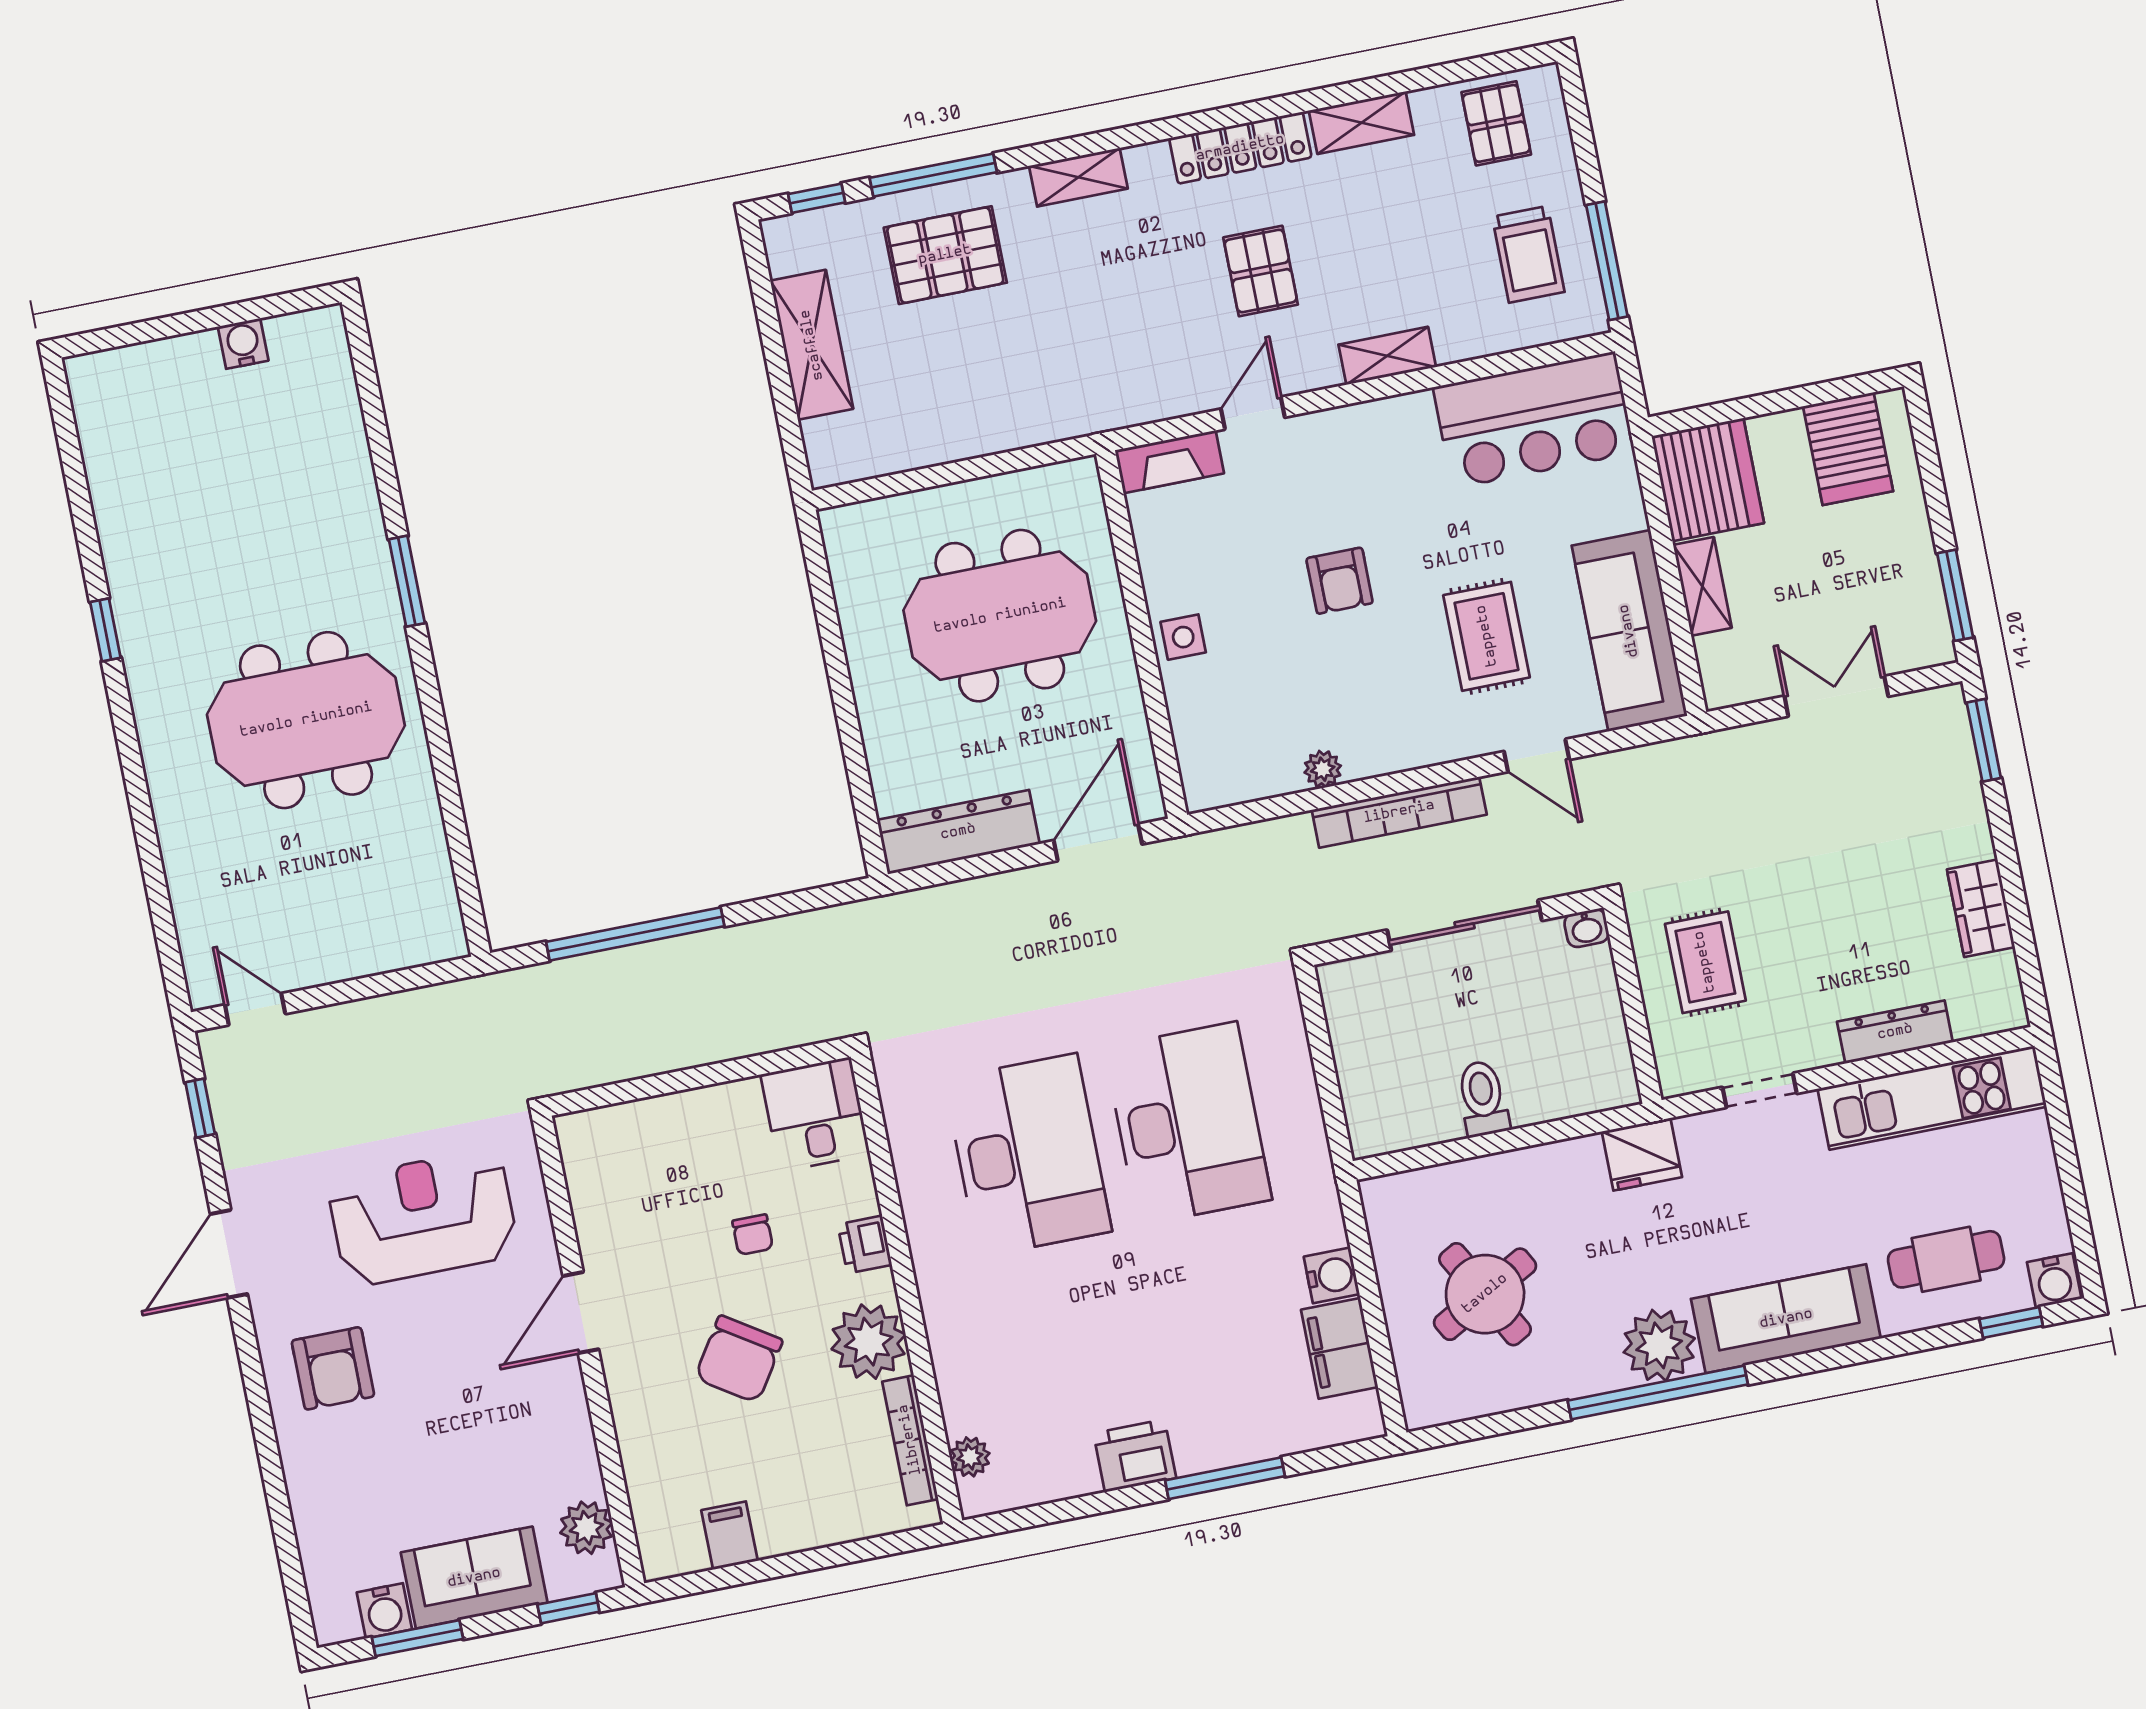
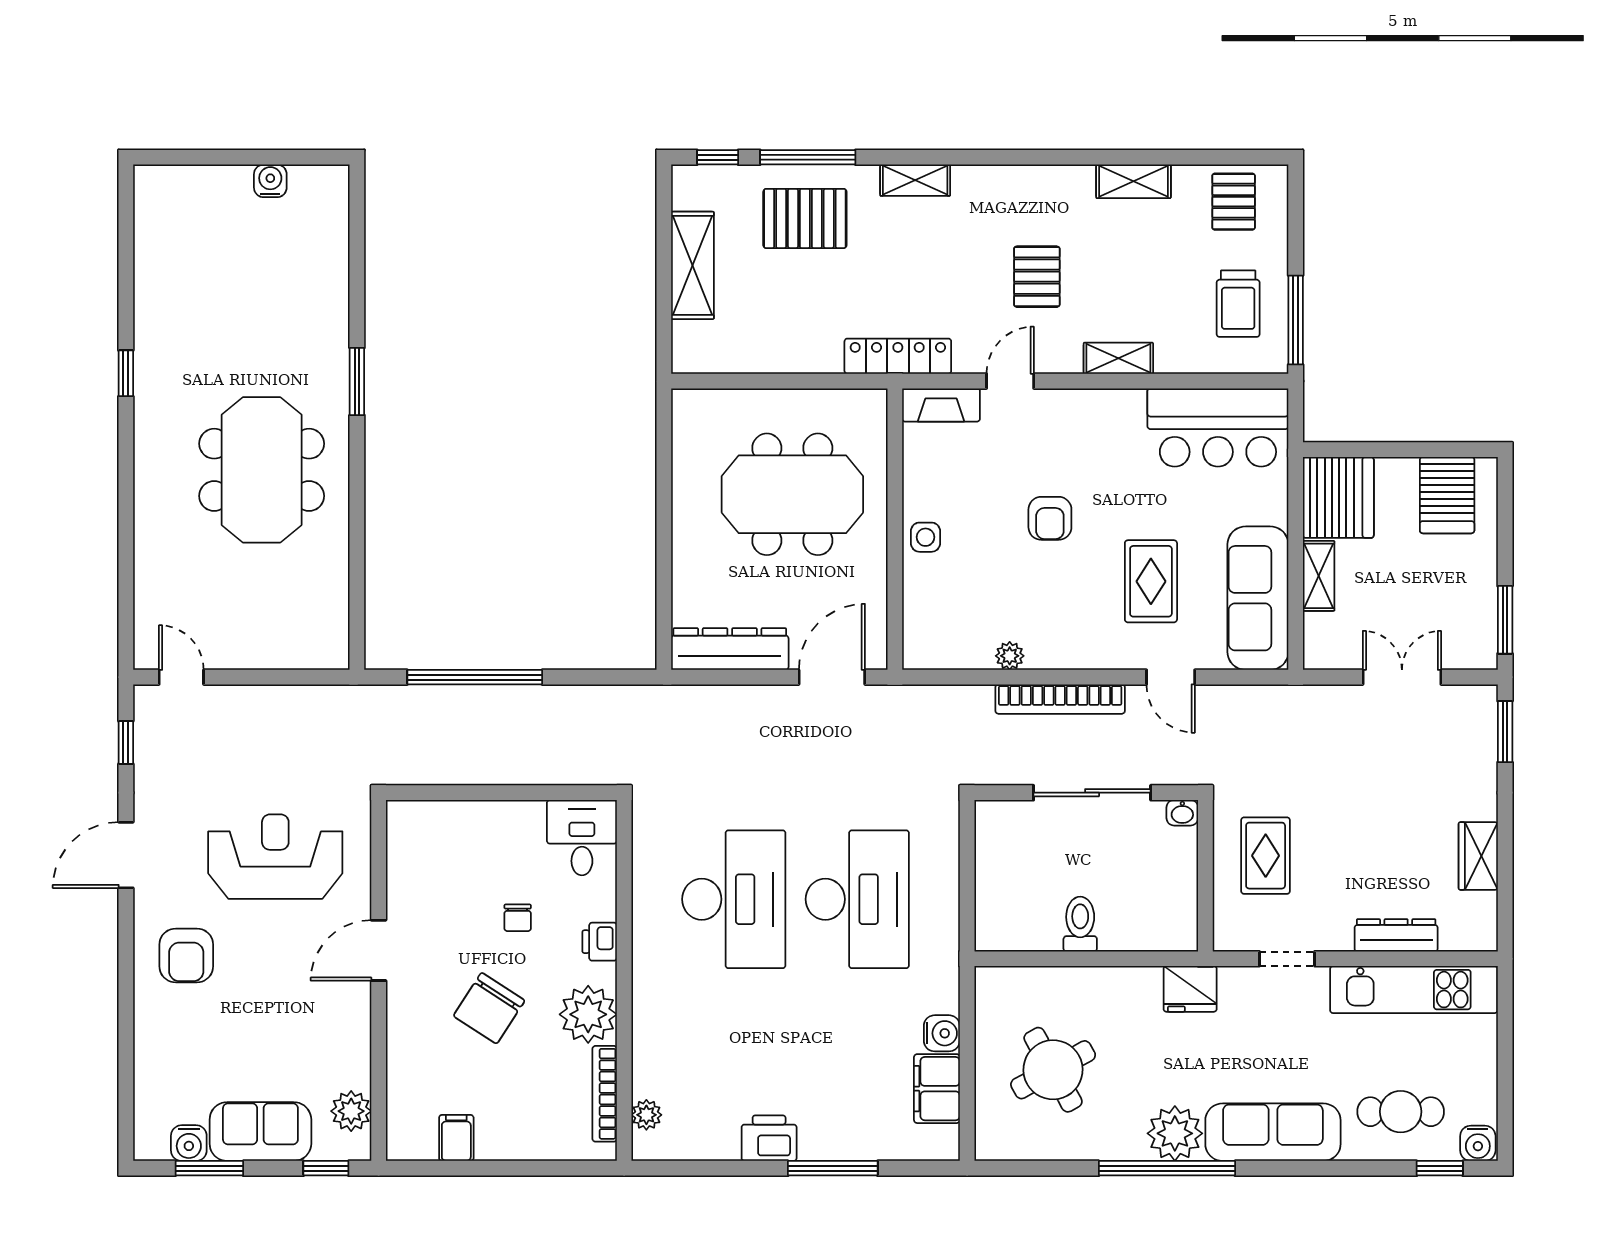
locker: (1240, 148) -> (898, 356), moved, turned 180
meeting table: (306, 720) -> (262, 470), turned 90

